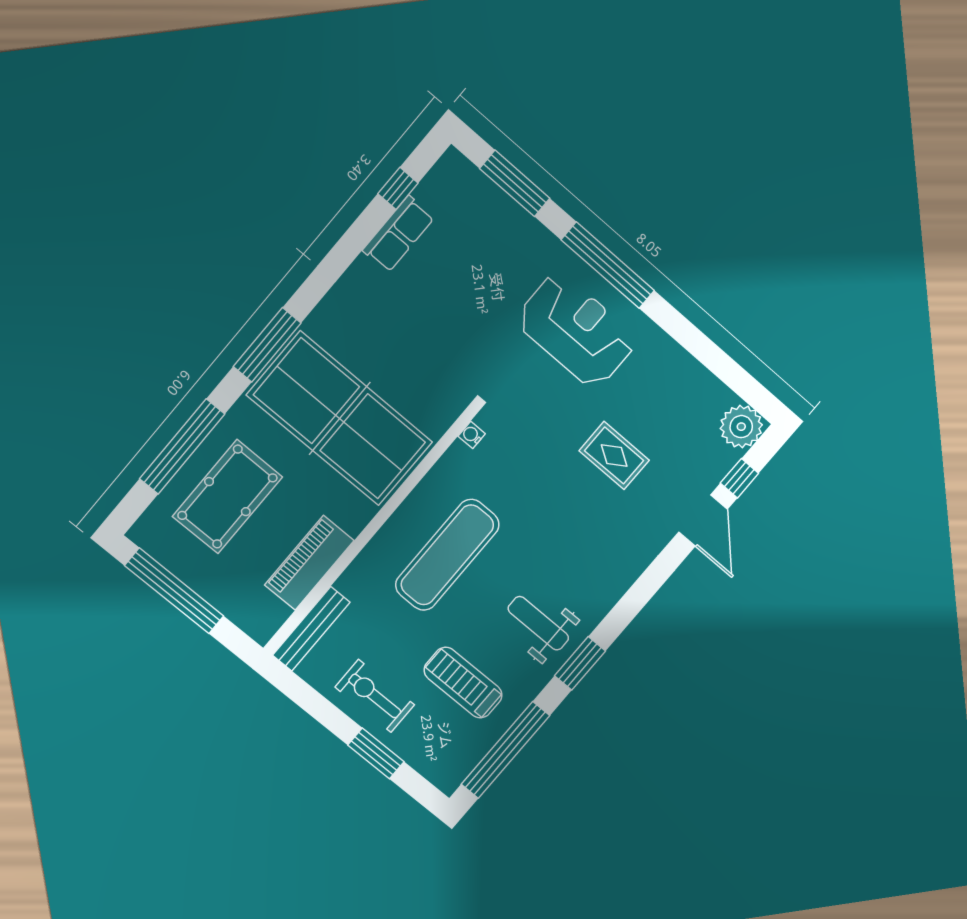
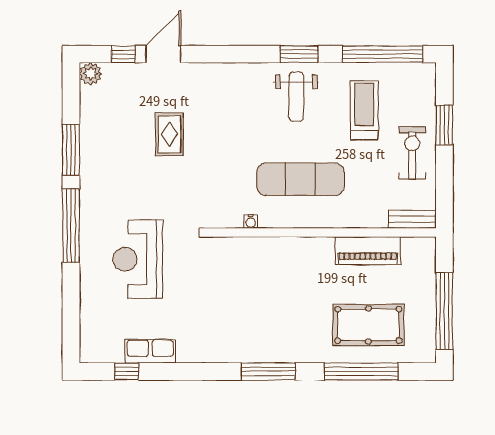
window: (515, 183) -> (71, 150), moved
reception desk: (576, 330) -> (138, 259), moved
table tennis table: (340, 419) -> (275, 300), removed
plant: (741, 427) -> (91, 74), width x0.73, depth x0.73
water cooler: (472, 435) -> (251, 221), moved
bench: (311, 629) -> (412, 219), width x0.73
treadmill: (463, 683) -> (364, 110), turned 180
exercise bike: (375, 696) -> (412, 153), turned 180

